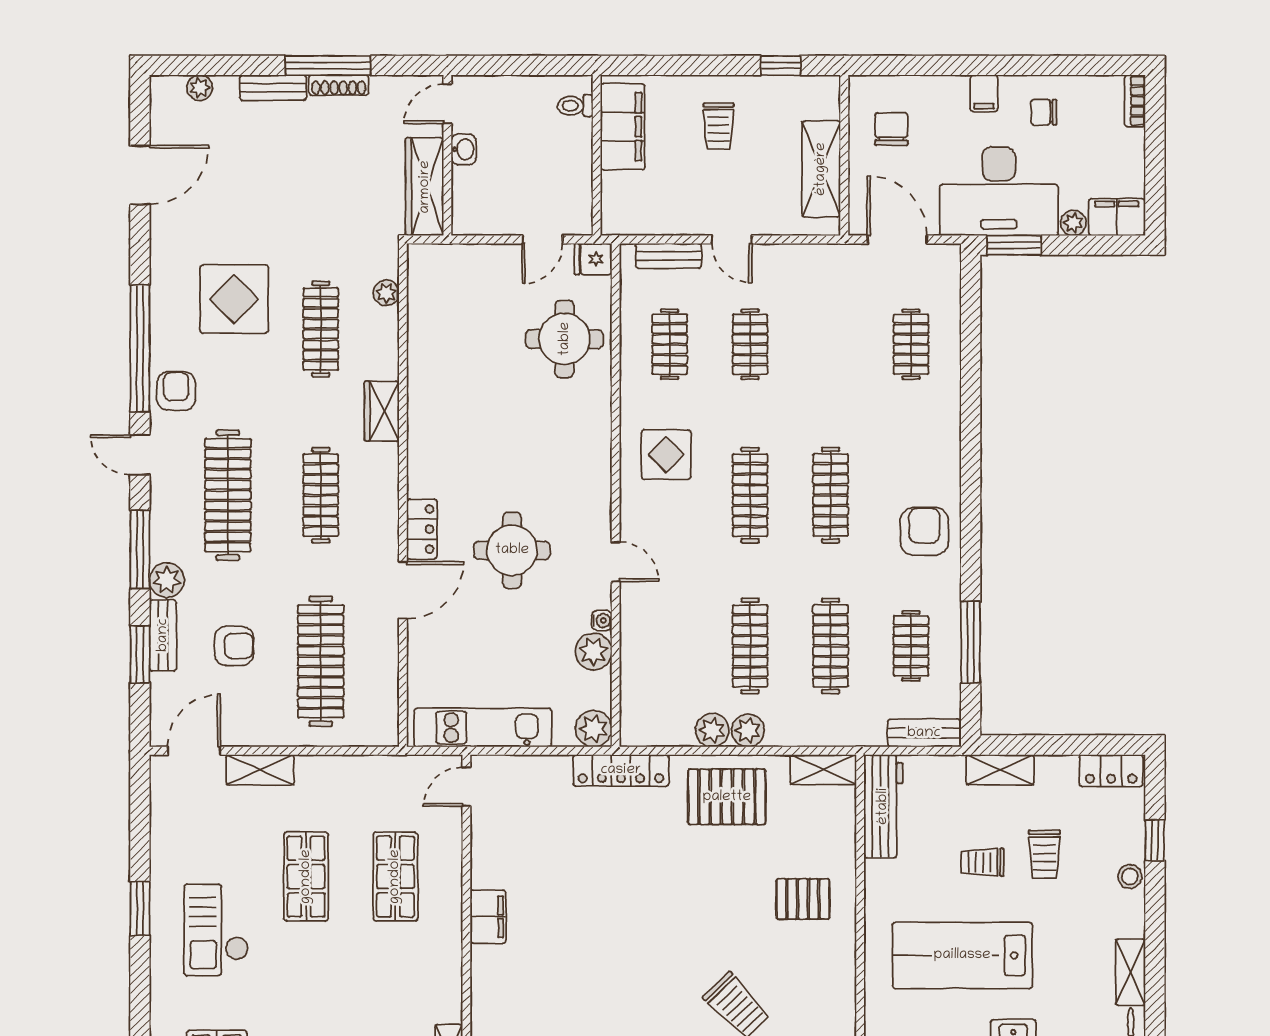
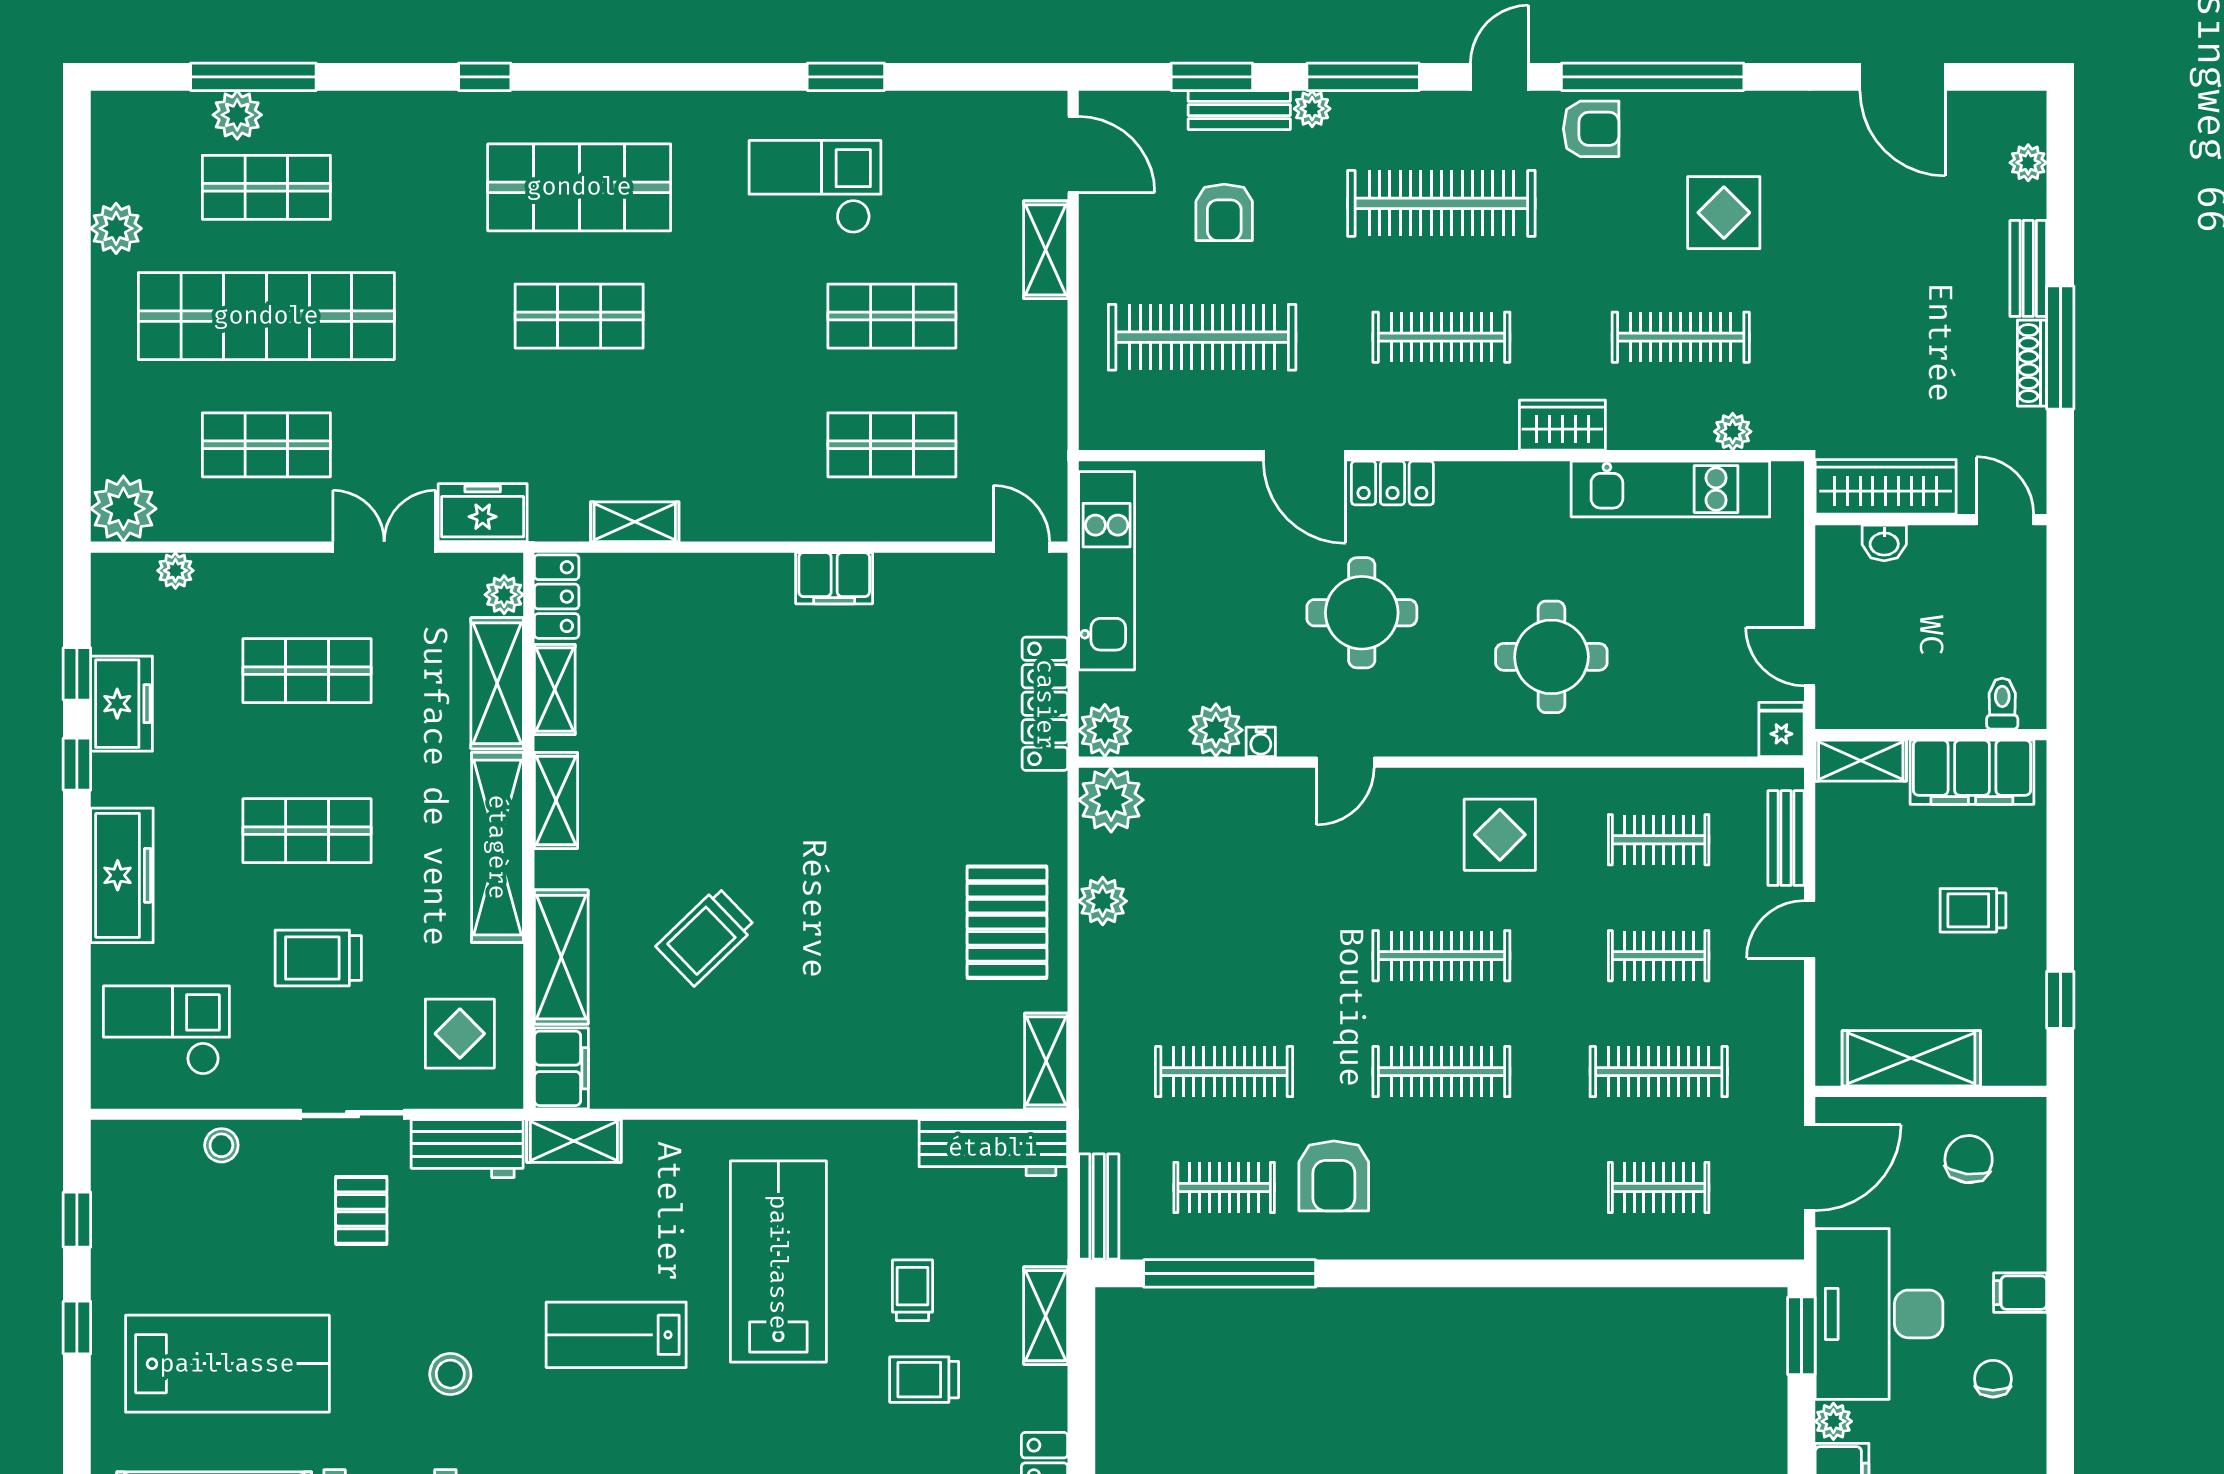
chair: (891, 129) -> (1969, 1159), turned -83
washbasin: (464, 149) -> (1884, 543), moved
shelving: (615, 204) -> (1861, 761), added
display table: (234, 299) -> (1724, 213), width x0.73, depth x0.73
kitchen unit: (426, 336) -> (1670, 489), added
round table: (565, 339) -> (1551, 657), moved
armchair: (924, 531) -> (1334, 1176), moved, turned 90
plant: (167, 580) -> (1312, 109), width x0.73, depth x0.73
window: (971, 642) -> (1230, 1273), width x1.46
clothes rail: (750, 646) -> (1659, 1072), moved
plant: (748, 730) -> (1111, 800), moved, width x1.36, depth x1.36
locker: (621, 770) -> (1045, 704), moved
pallet: (803, 899) -> (860, 1032), removed

